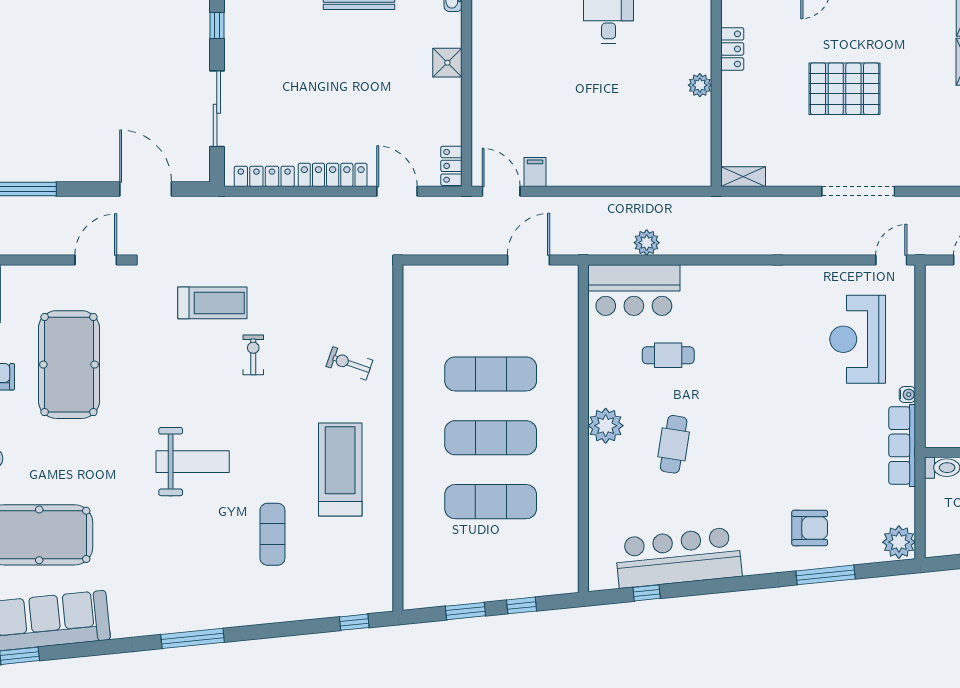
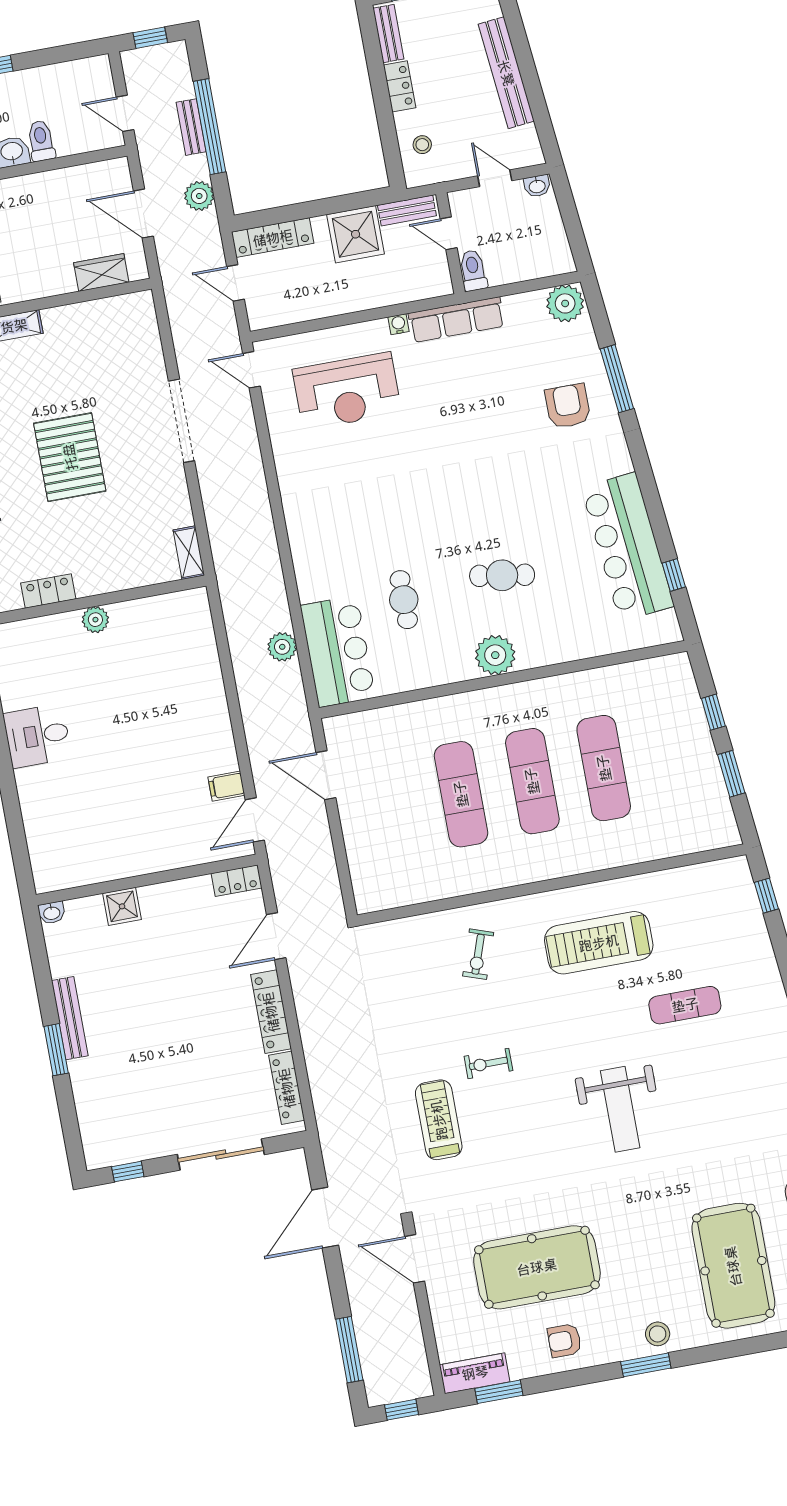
weight bench: (193, 462) -> (620, 1109), turned 180

